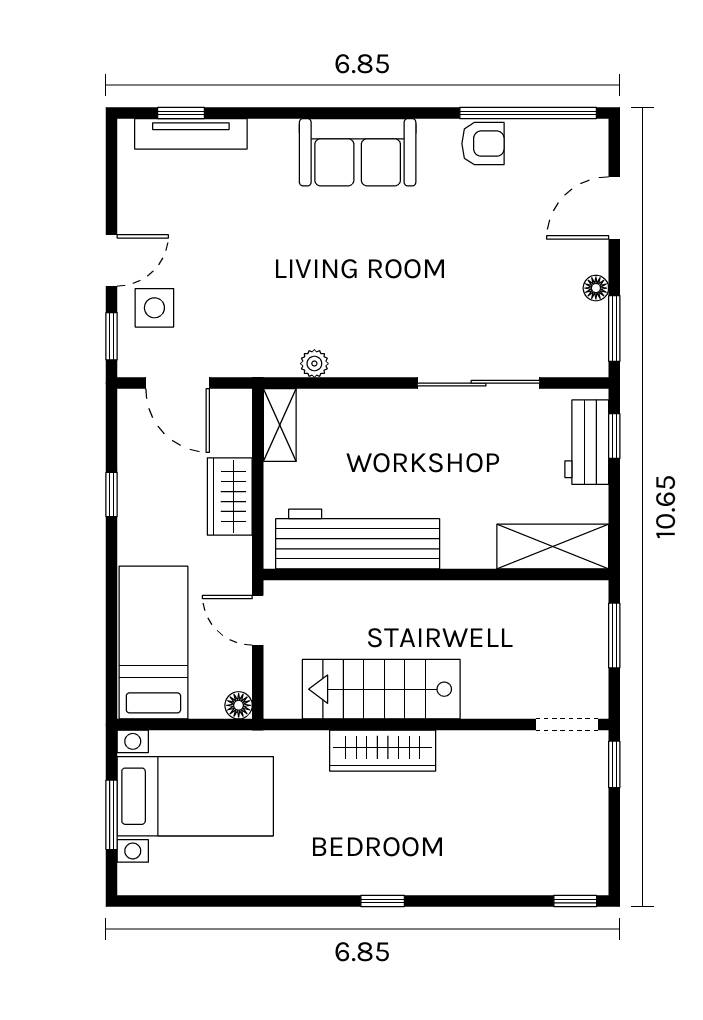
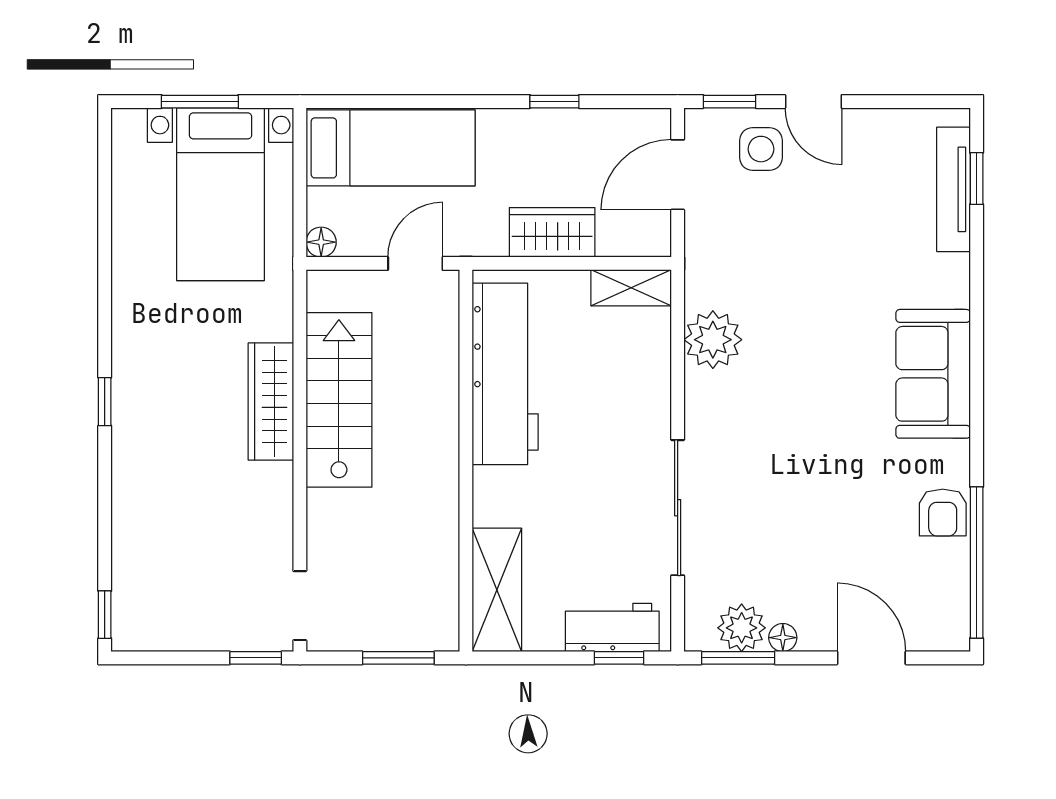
plant: (587, 325) -> (742, 628), added
plant: (314, 364) -> (713, 340), width x1.88, depth x1.88

